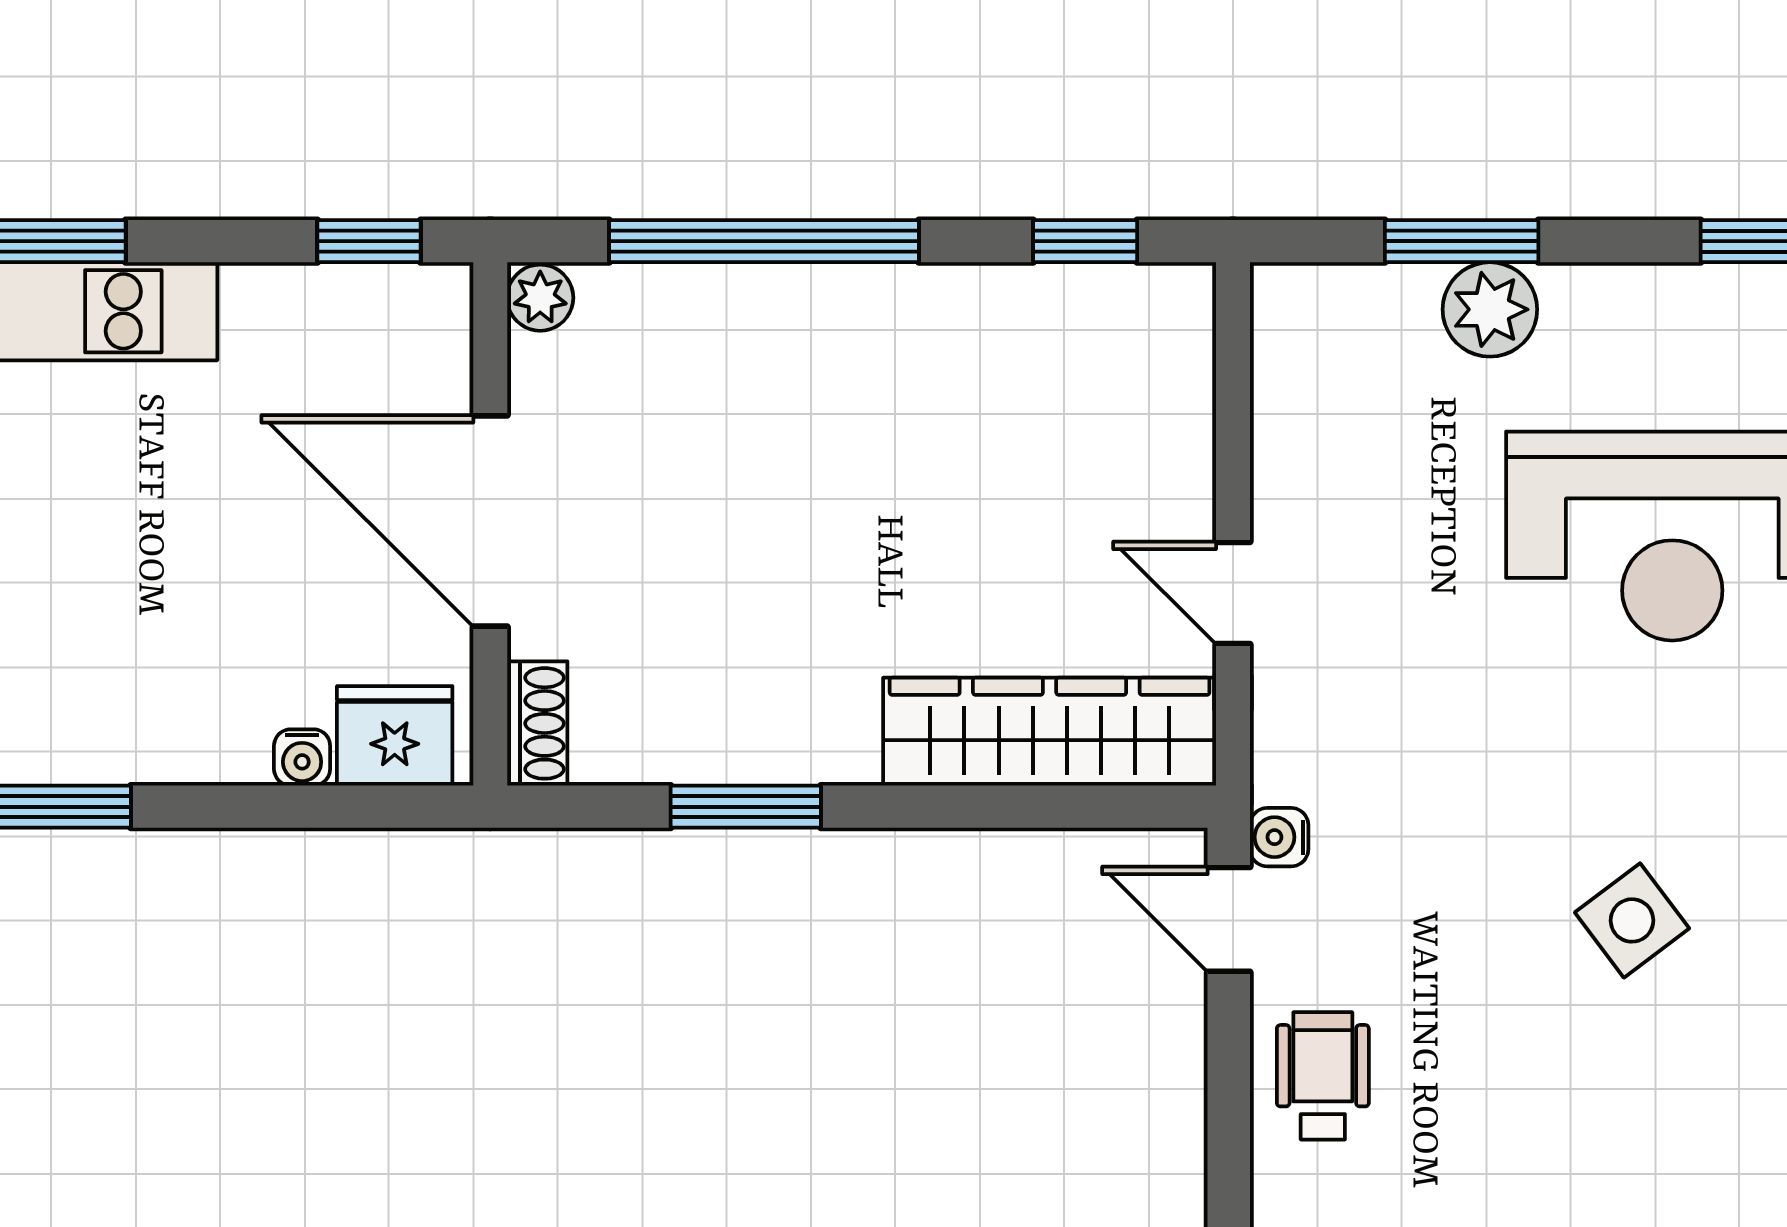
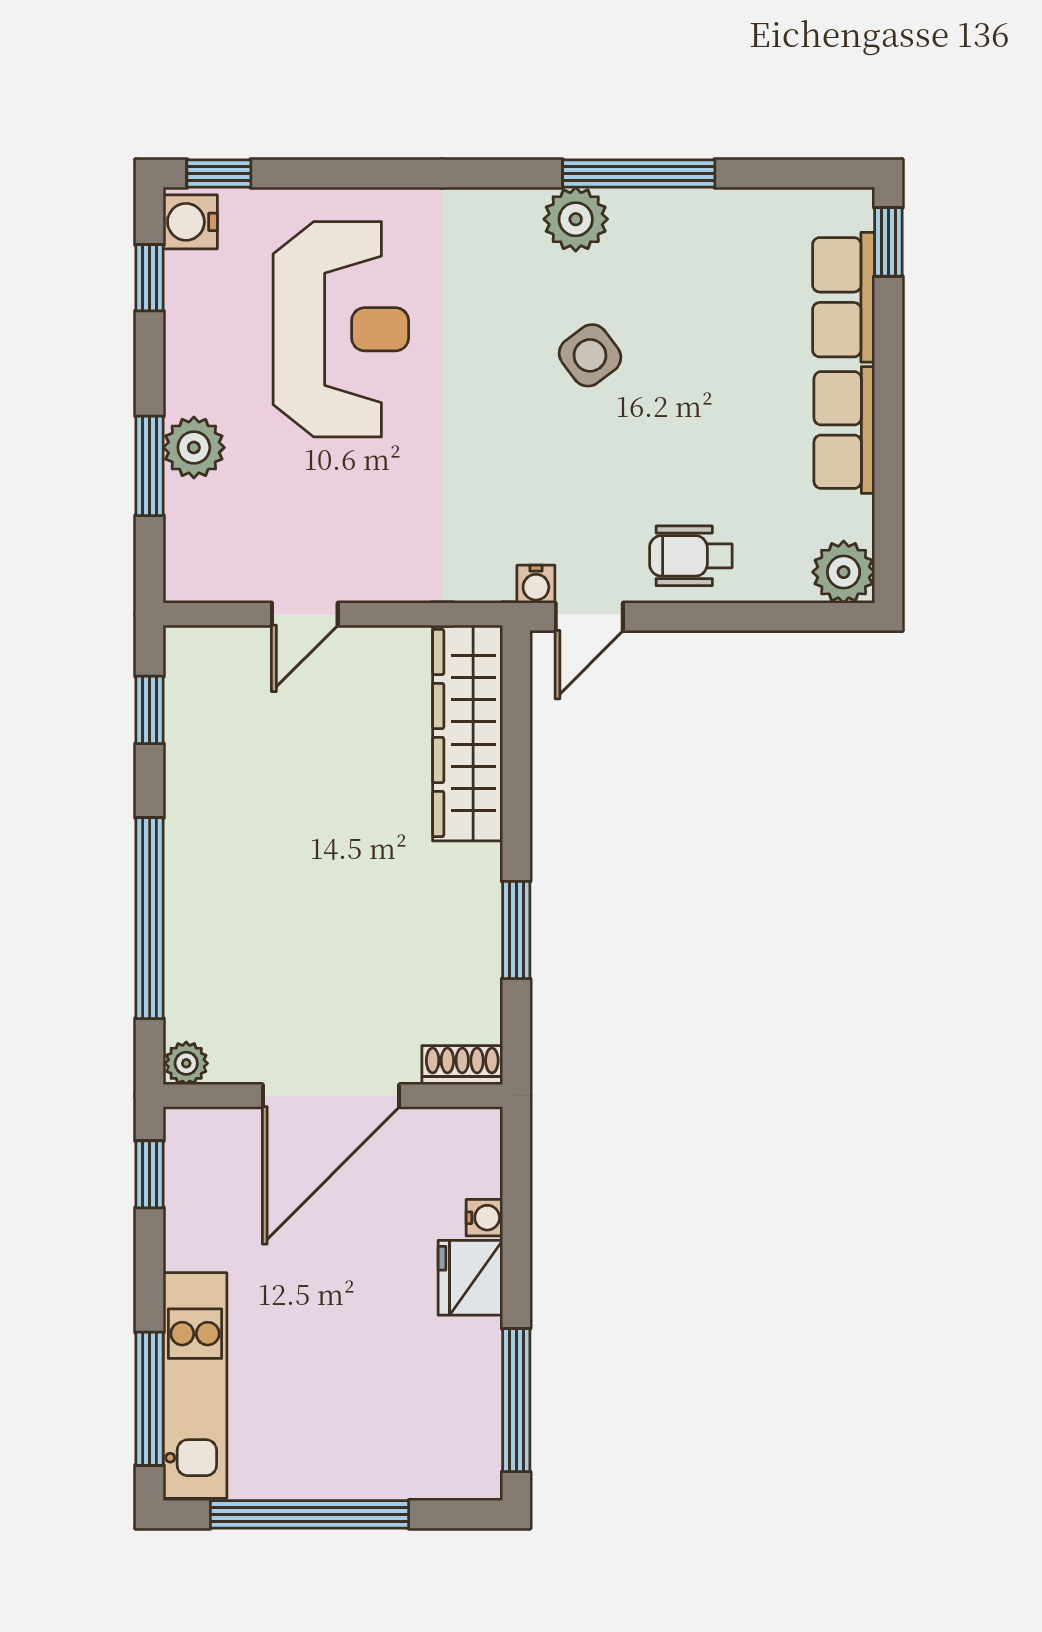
door: (1233, 593) -> (305, 614), moved
fridge: (395, 736) -> (470, 1278), moved

